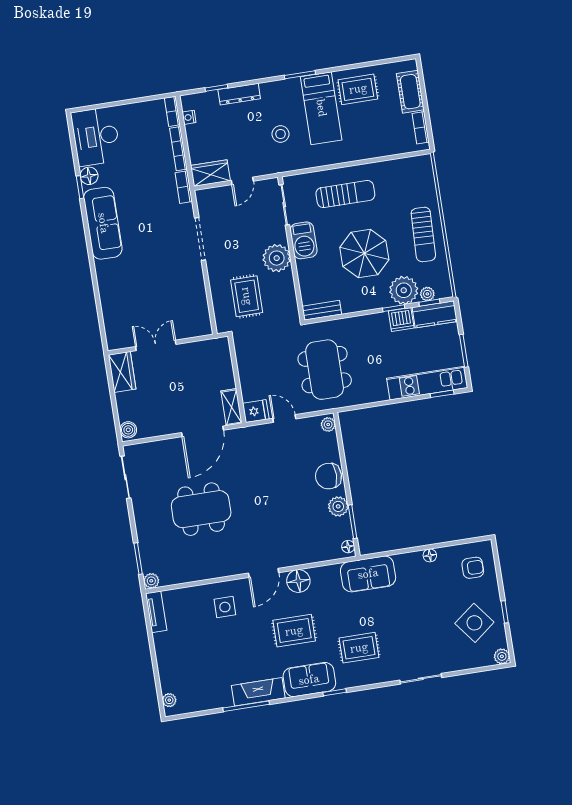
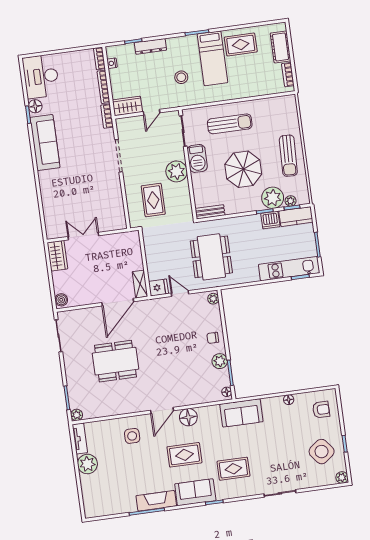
chair: (328, 476) -> (213, 338), width x0.54, depth x0.54
plant: (169, 700) -> (87, 464), moved, width x1.87, depth x1.87

